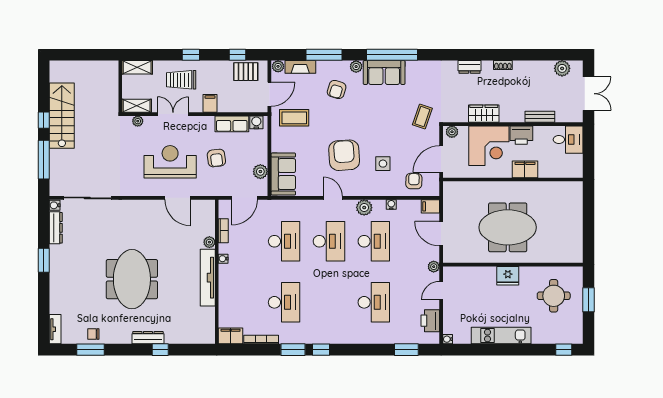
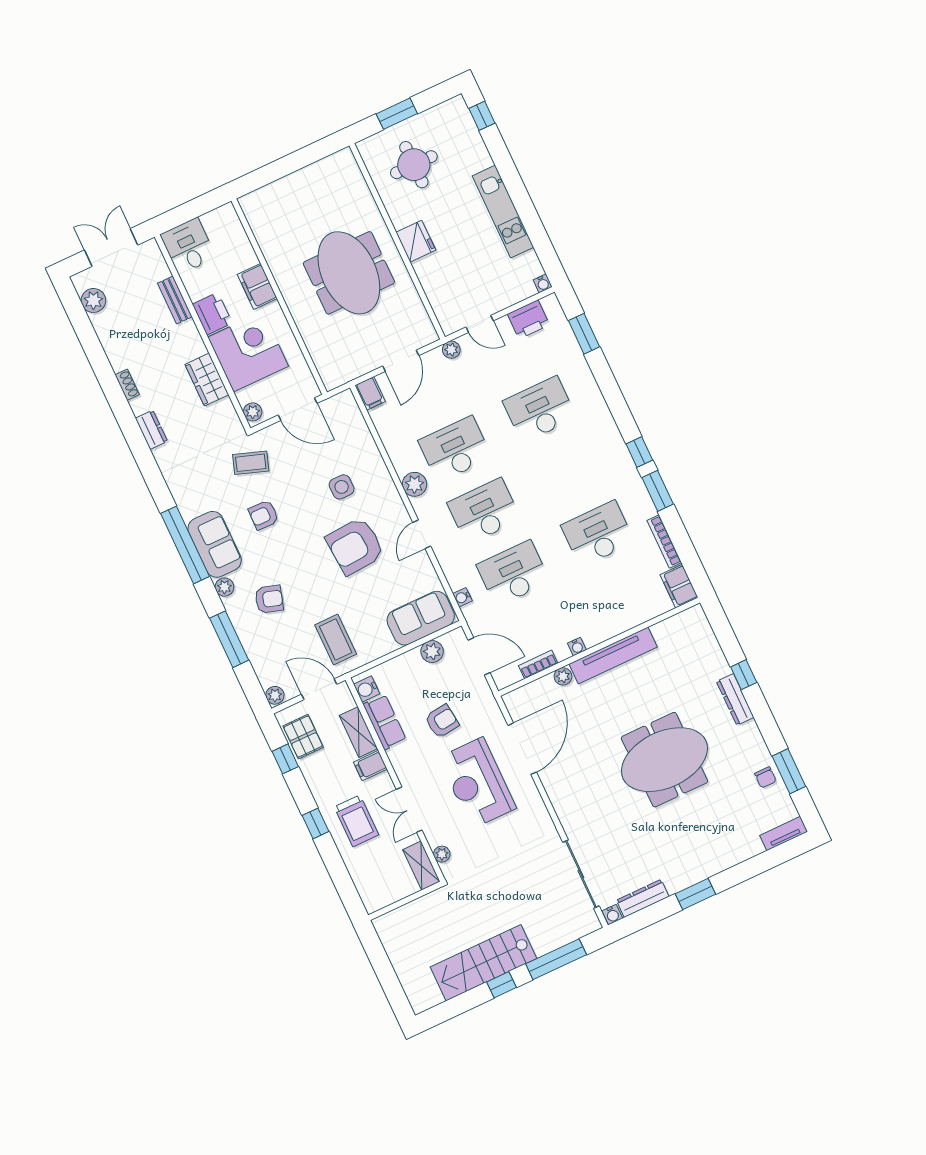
shelving: (137, 67) -> (358, 732), moved
fireplace: (300, 67) -> (261, 664), removed
armchair: (414, 181) -> (264, 515), moved
door: (178, 198) -> (522, 749), width x1.36
water cooler: (391, 205) -> (462, 597), moved

